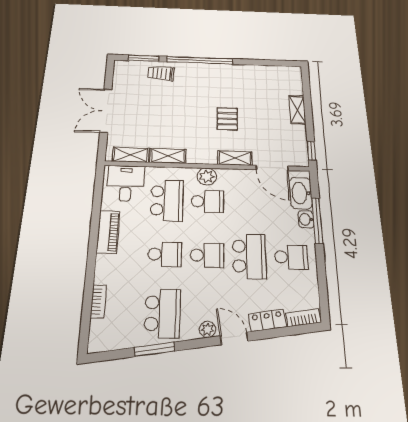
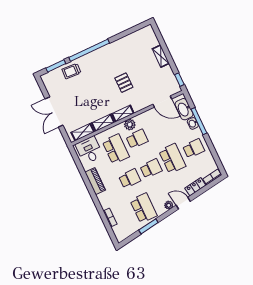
shelving: (235, 158) -> (123, 114), moved

